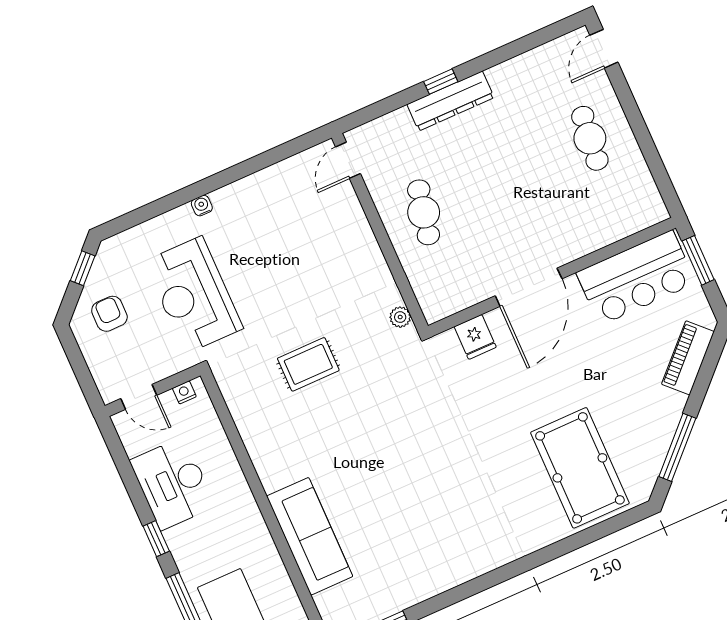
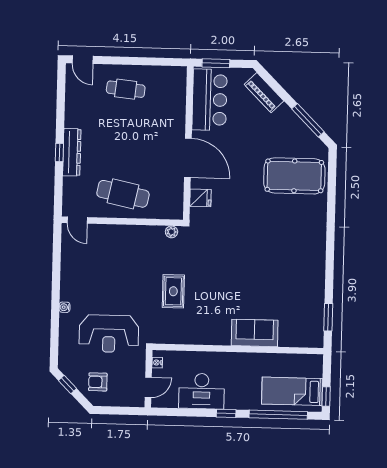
cafe table: (424, 212) -> (123, 194), width x1.37, depth x1.35
sofa: (310, 536) -> (255, 333), width x0.73

